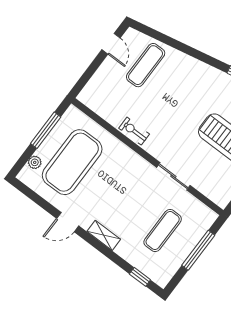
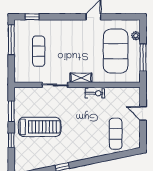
door: (111, 44) -> (143, 113), moved
shelving: (104, 235) -> (81, 78), moved
window: (198, 250) -> (11, 40), moved

